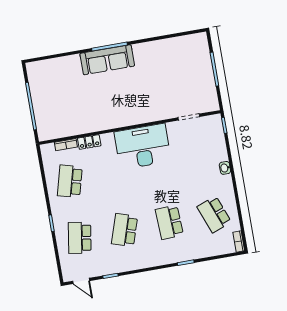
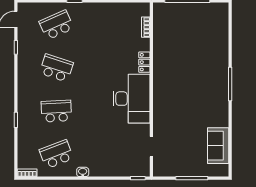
sofa: (107, 60) -> (218, 146), moved, width x0.73
locker: (89, 142) -> (144, 62), moved
washbasin: (225, 168) -> (83, 172), moved
school desk: (70, 181) -> (111, 25), removed
school desk: (80, 238) -> (56, 25), turned -33

